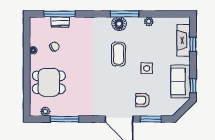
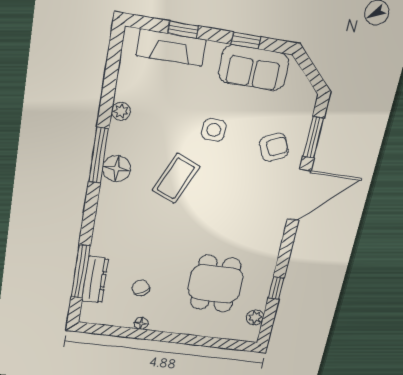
dresser: (60, 22) -> (95, 280), width x1.44
coffee table: (118, 54) -> (176, 178), turned -67
dining table: (49, 82) -> (216, 284), moved
window: (193, 86) -> (246, 40), moved
armchair: (142, 100) -> (274, 147), turned -115
window: (64, 119) -> (276, 288), width x0.46

